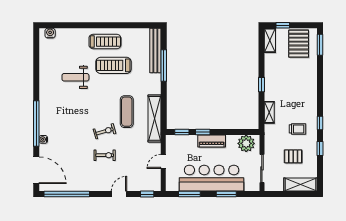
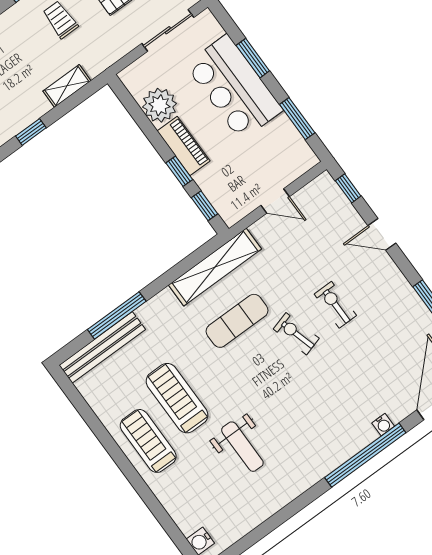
treadmill: (114, 65) -> (177, 398), turned 180
plant: (246, 143) -> (160, 105), moved
bar counter: (212, 178) -> (234, 87), width x0.73

